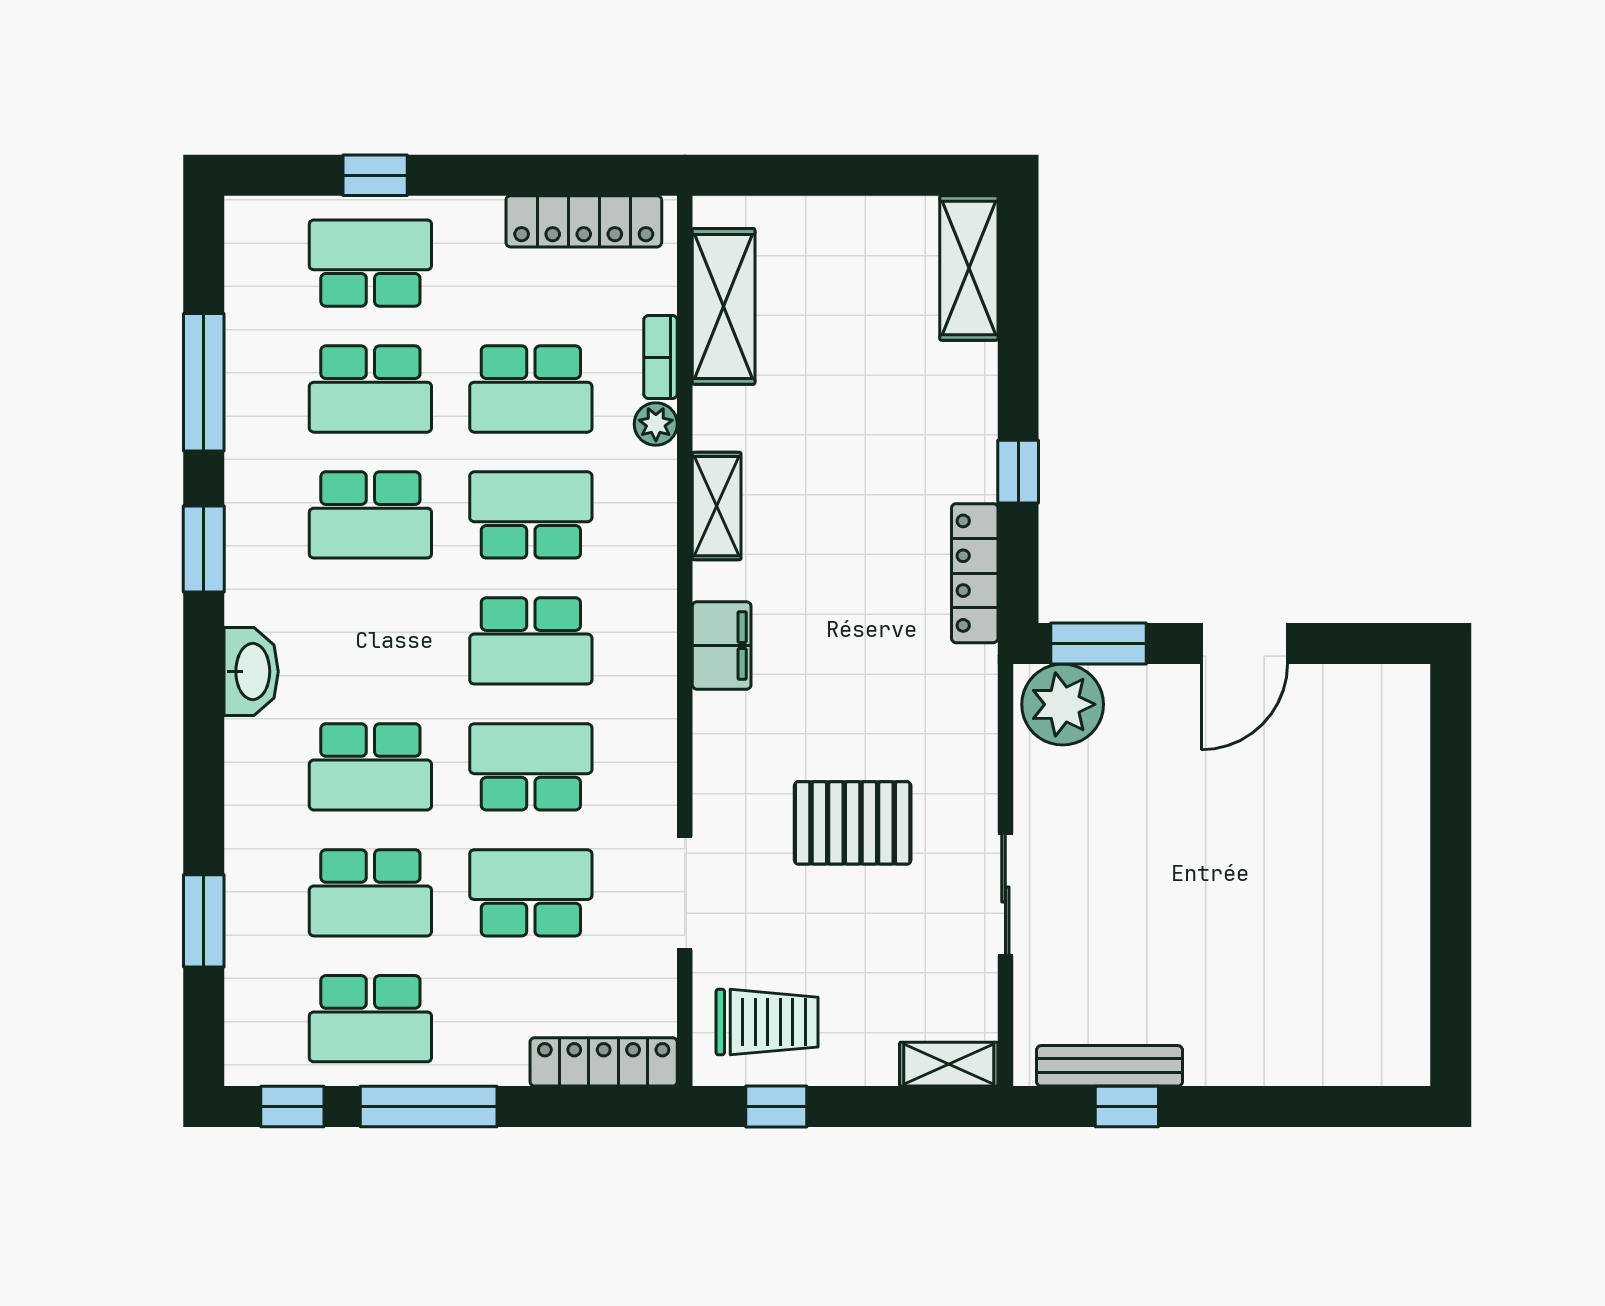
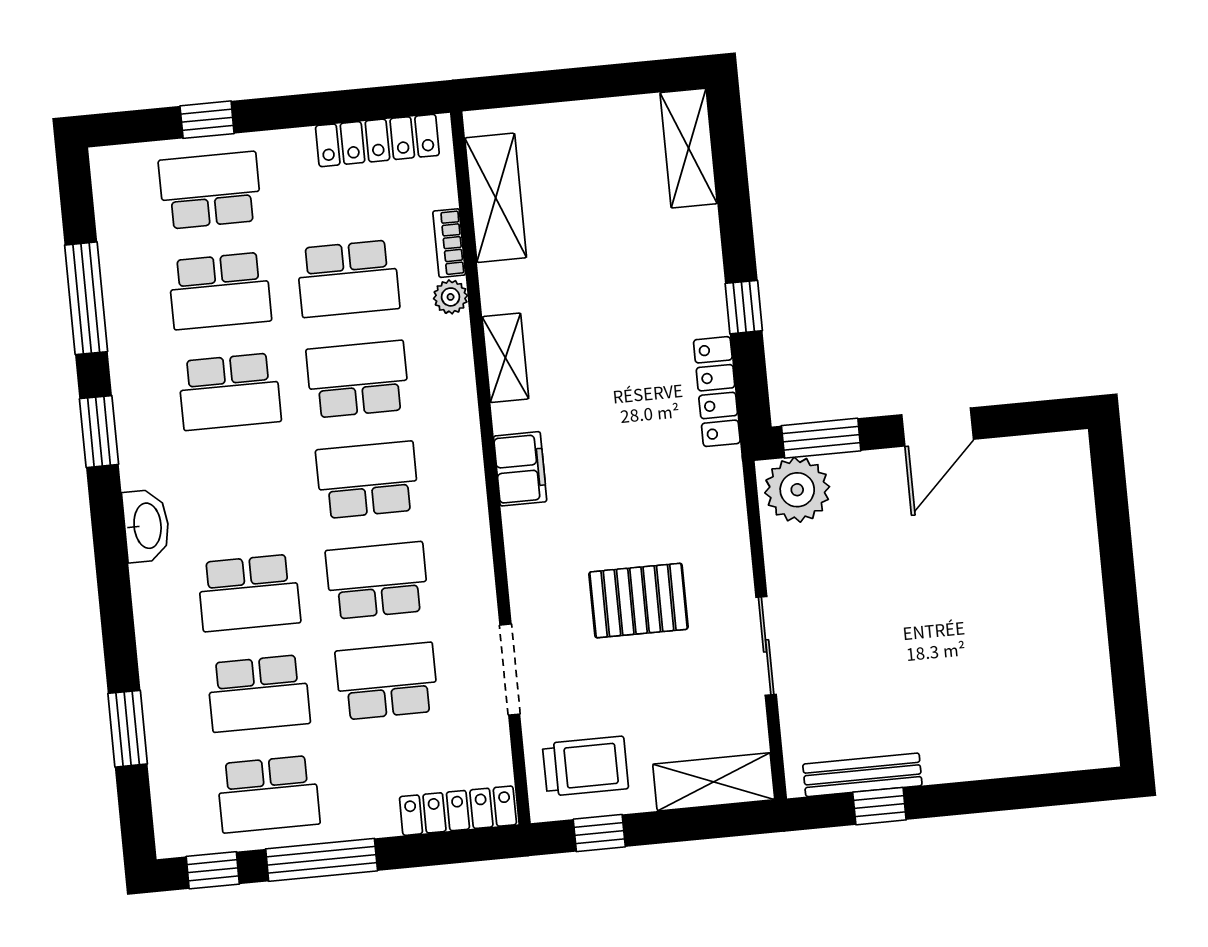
school desk: (531, 641) -> (367, 480), turned 180
shelving: (949, 1064) -> (714, 782), width x1.50, depth x1.33

